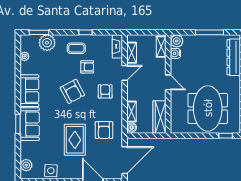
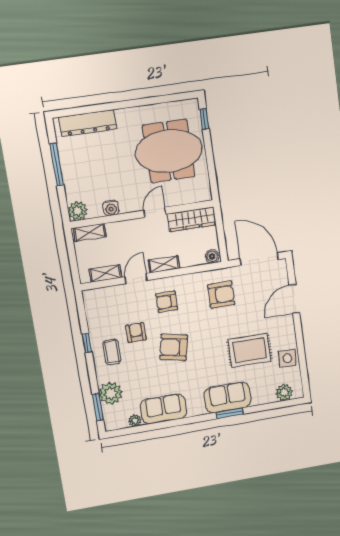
fireplace: (117, 46) -> (100, 295), removed
water cooler: (175, 53) -> (111, 208), moved
door: (125, 73) -> (136, 279), hinge flipped
door: (168, 82) -> (155, 212), moved
sofa: (29, 91) -> (164, 409), moved
armchair: (72, 91) -> (174, 347), turned -140
shelving: (132, 112) -> (164, 264), moved
rug: (75, 140) -> (250, 350), moved

